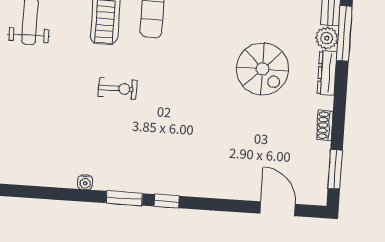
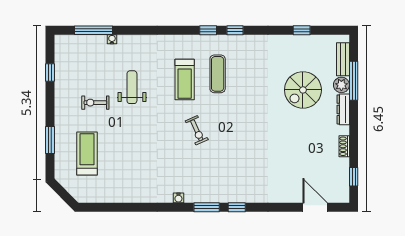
spiral stairs: (262, 69) -> (303, 90), moved, turned 90
exercise bike: (117, 88) -> (197, 130), turned 66
window: (335, 169) -> (354, 177), width x0.67

